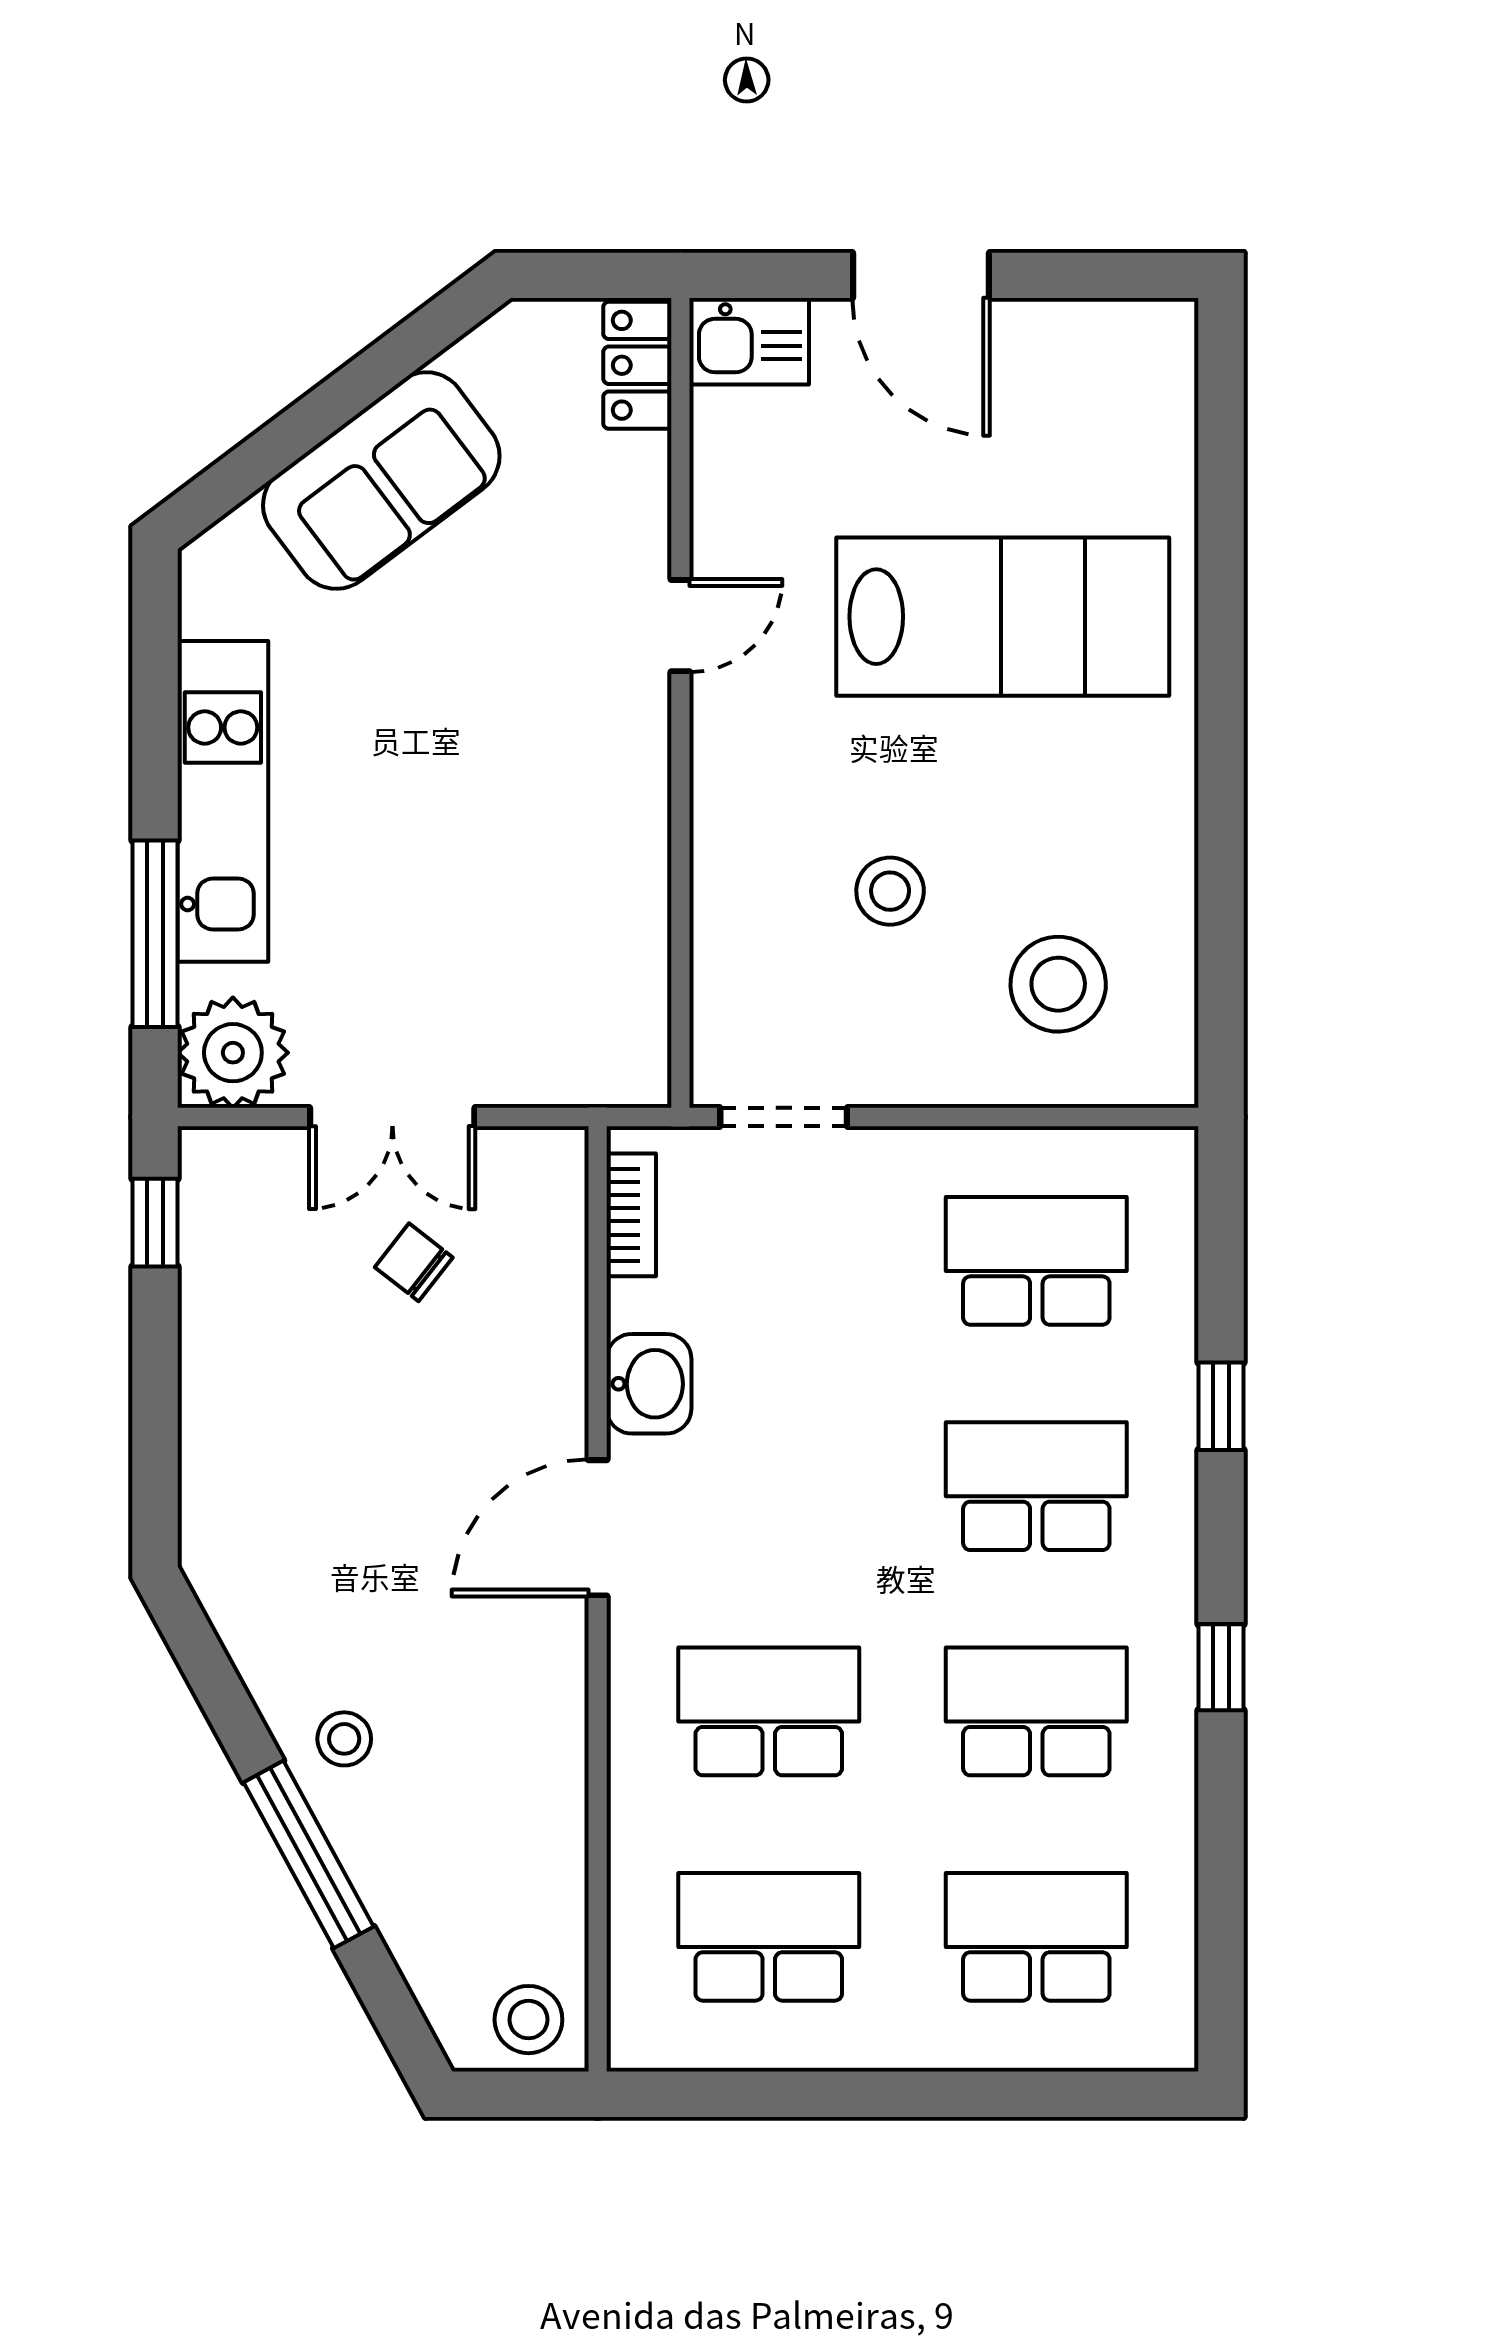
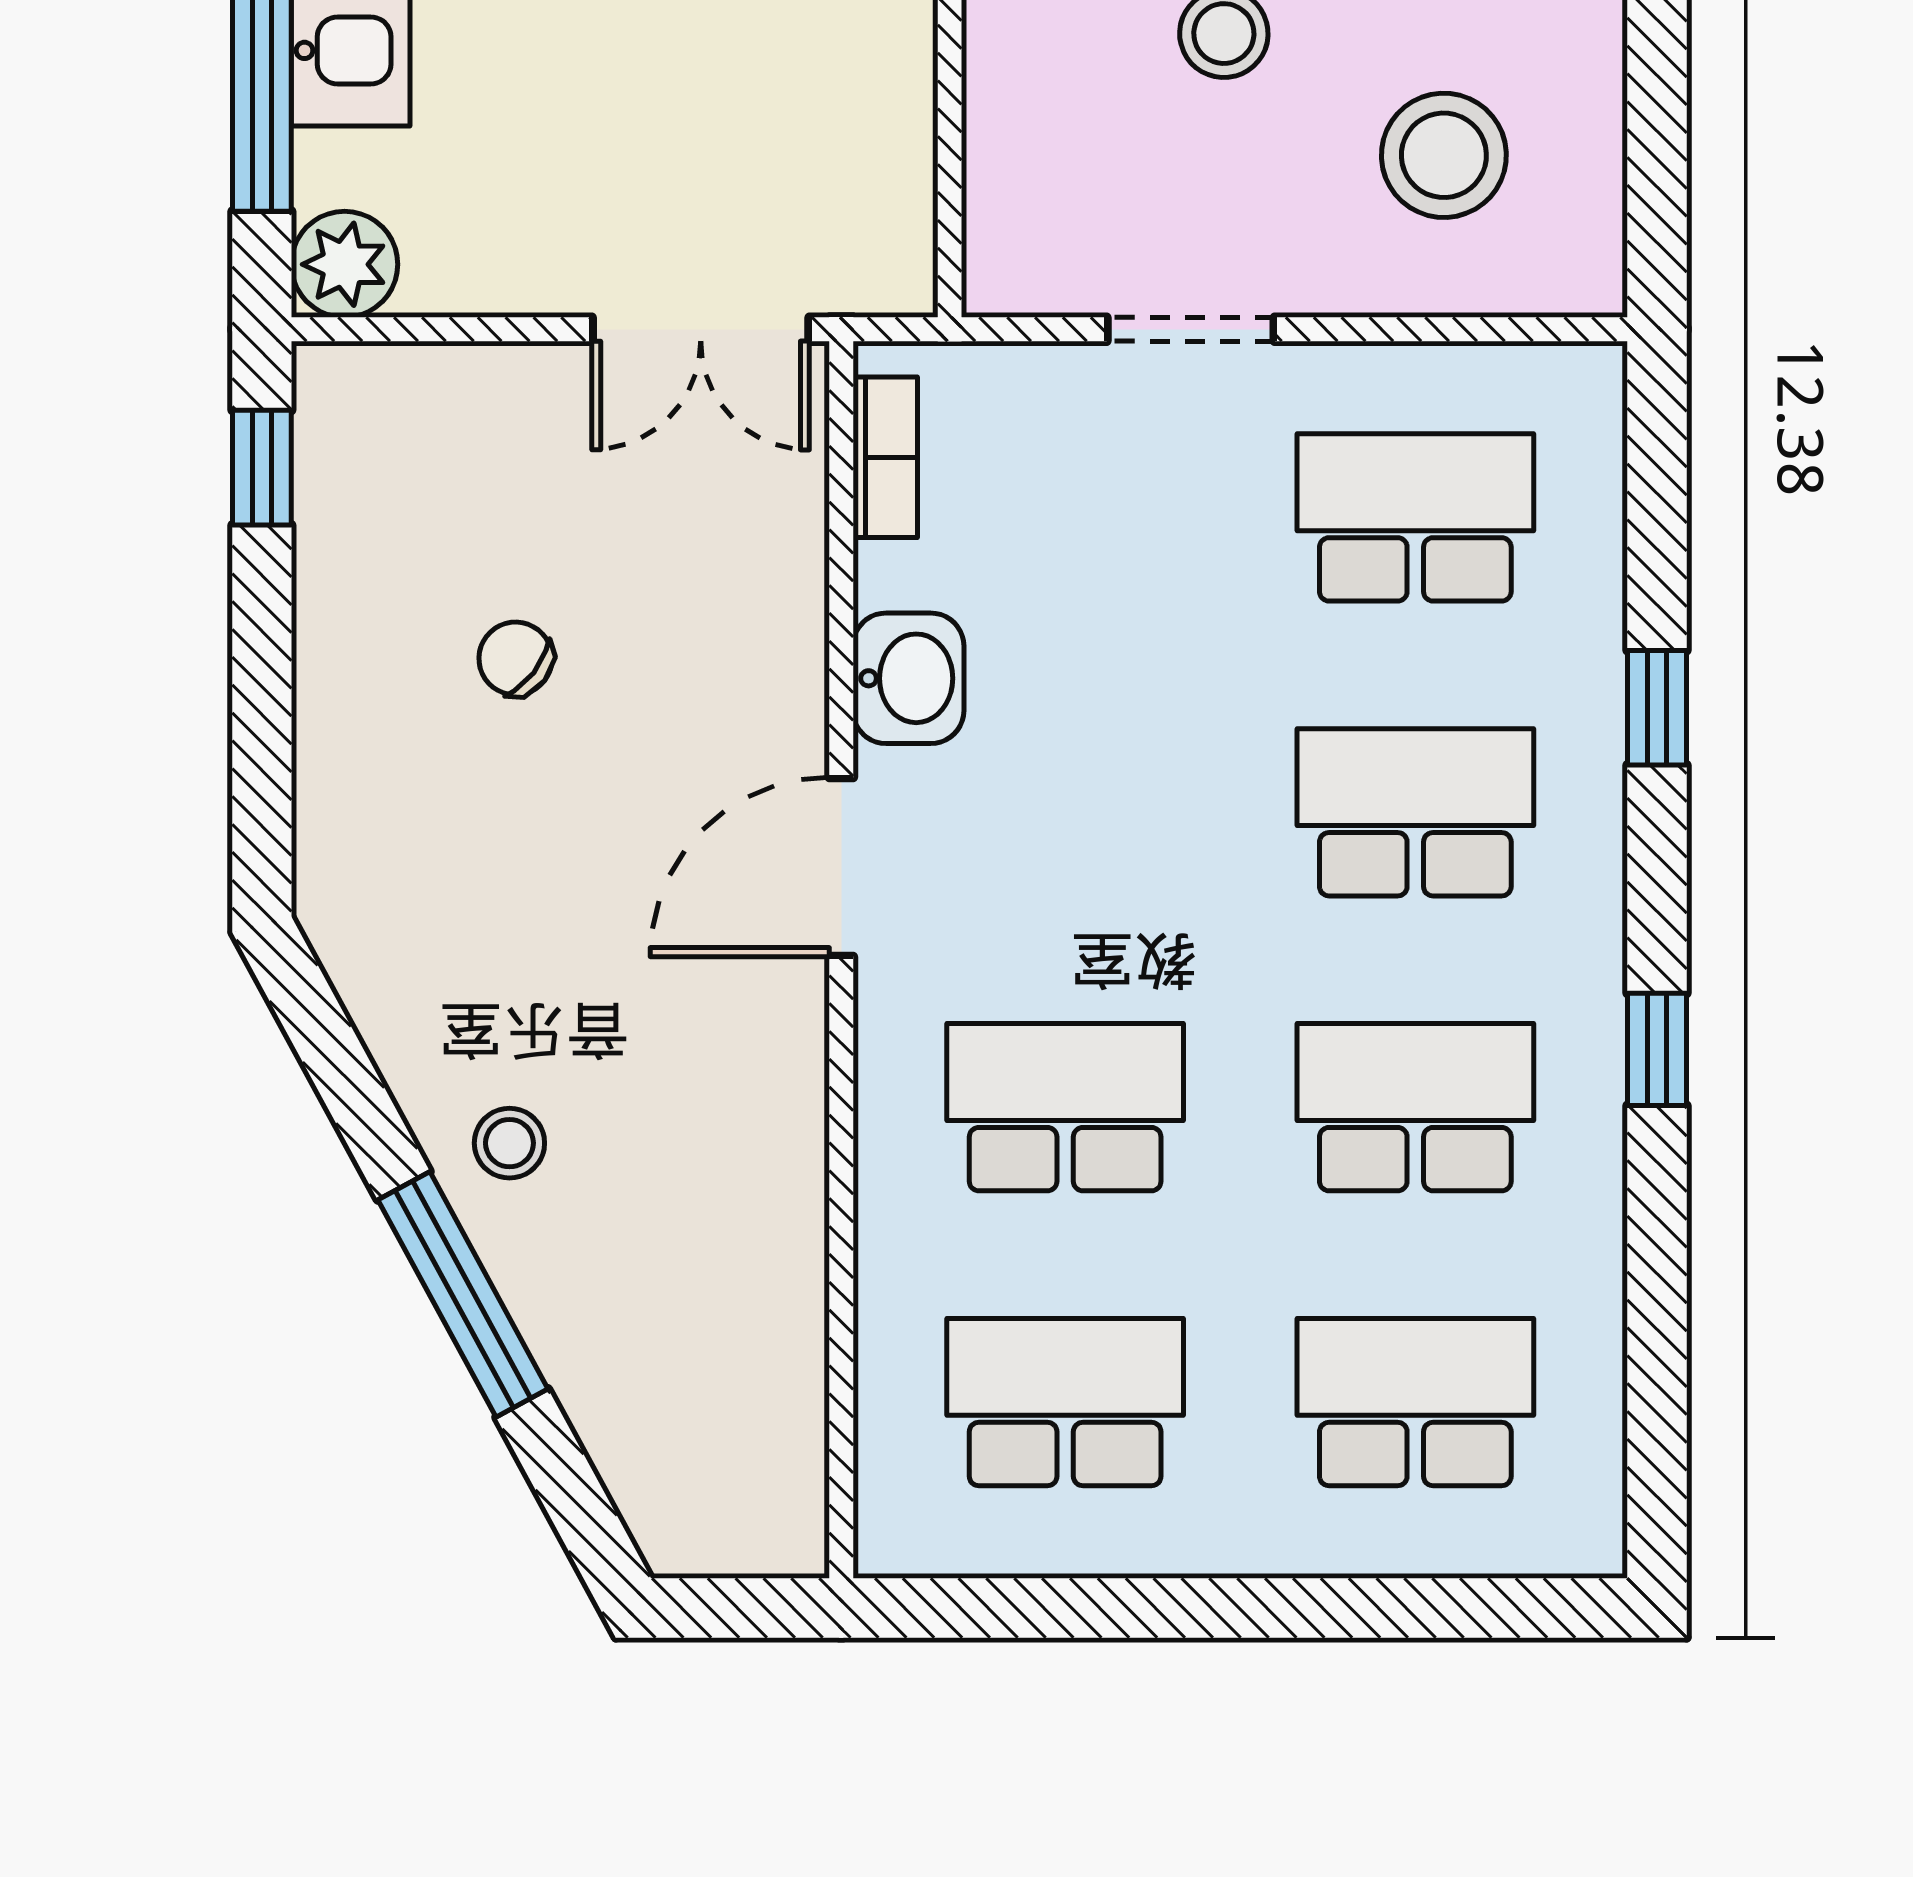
plant: (233, 1053) -> (345, 264), width x0.73, depth x0.73
double door: (392, 1117) -> (701, 329), moved
doorway: (784, 1117) -> (1191, 329), moved
chair: (414, 1262) -> (516, 658), moved
stool: (528, 2020) -> (751, 1510), removed

